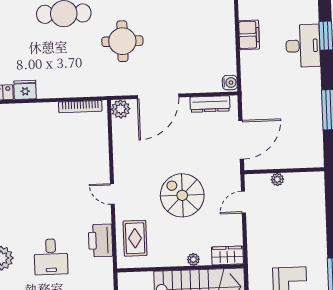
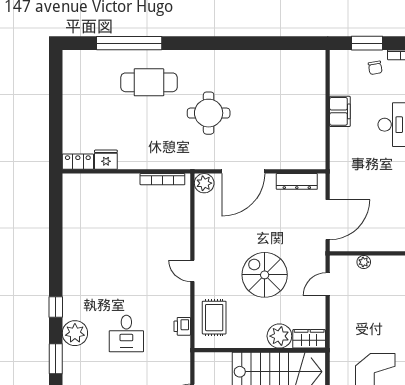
water cooler: (230, 83) -> (318, 160), removed
printer: (100, 240) -> (182, 326), width x0.53, depth x0.68
plant: (193, 259) -> (279, 336), width x1.88, depth x1.88

